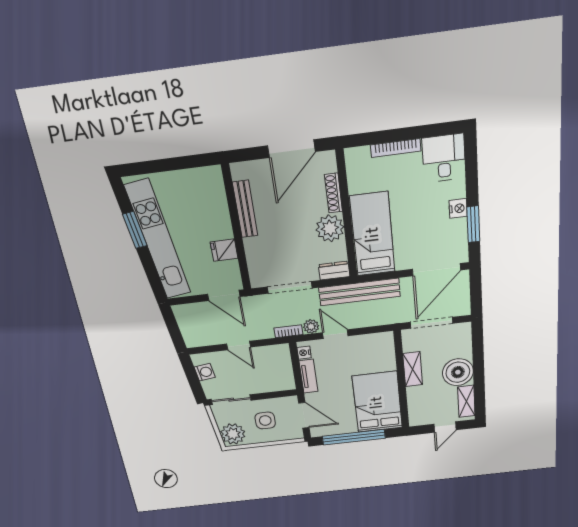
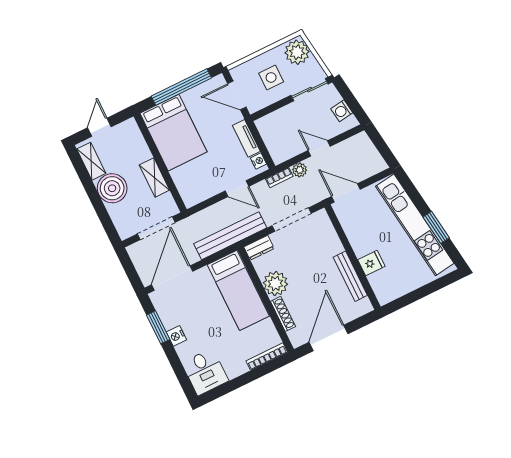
bookcase: (396, 148) -> (267, 357), moved
fridge: (224, 250) -> (371, 263), moved
plant: (311, 326) -> (300, 170), moved

